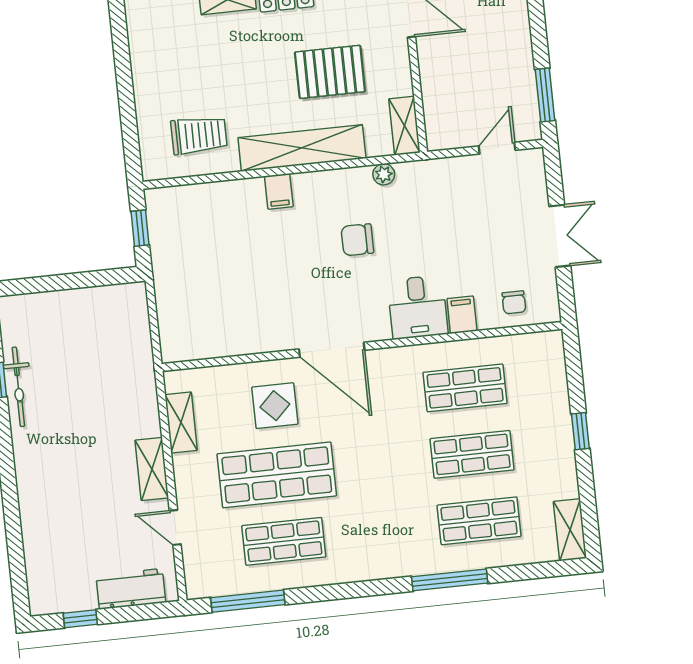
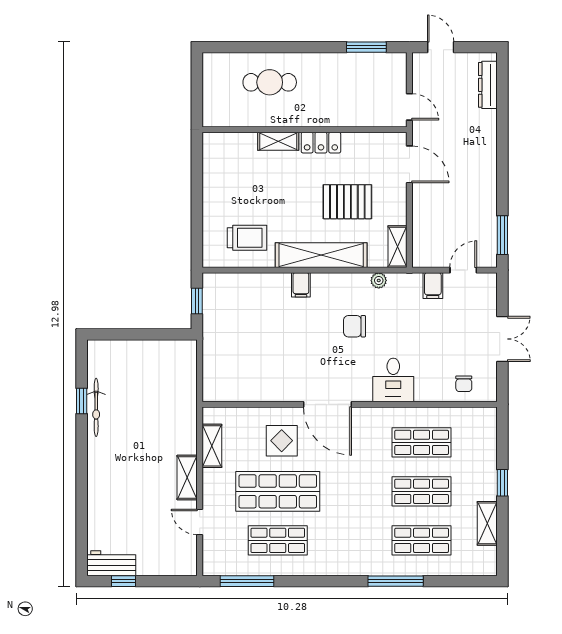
filing cabinet: (462, 315) -> (433, 286), moved, turned 180
shelving: (570, 530) -> (487, 523), moved
workbench: (131, 589) -> (111, 563), moved

